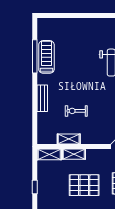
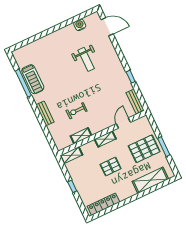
treadmill: (46, 57) -> (33, 79), turned 180
shelving: (74, 154) -> (105, 139), moved
pallet: (84, 185) -> (111, 167), width x0.67, depth x0.71

